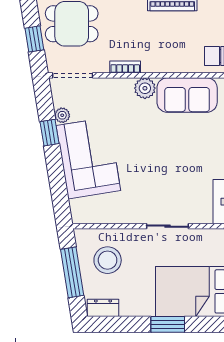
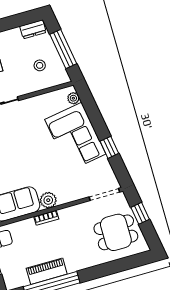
bookcase: (125, 67) -> (46, 218), moved
plant: (62, 115) -> (73, 98), moved
stool: (108, 260) -> (40, 65), width x0.53, depth x0.53

